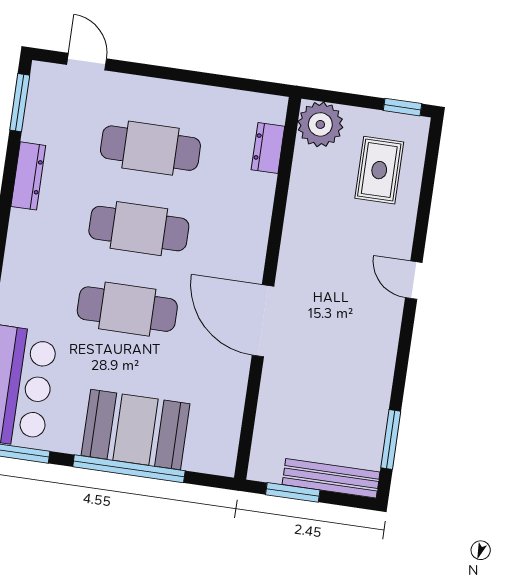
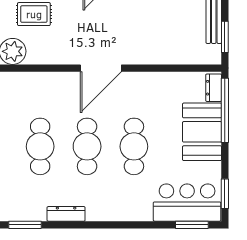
dresser: (268, 148) -> (214, 88), moved, turned 90
door: (263, 321) -> (101, 68), moved
window: (129, 469) -> (225, 110), moved

